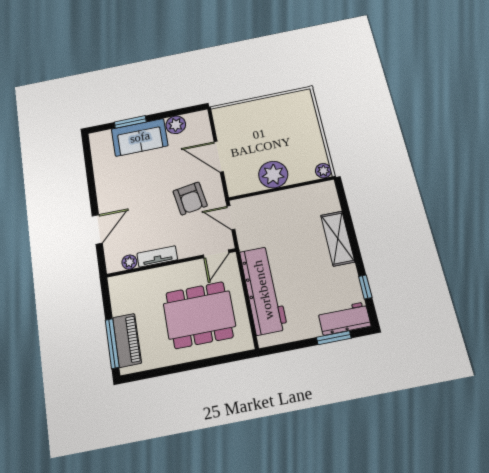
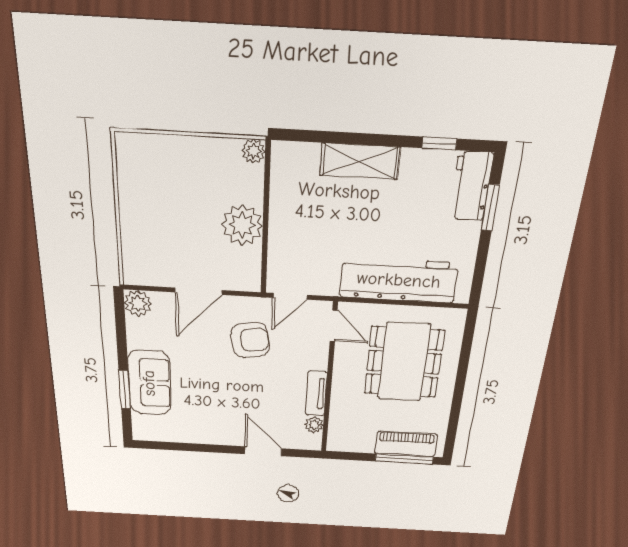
plant: (176, 125) -> (138, 303), moved

